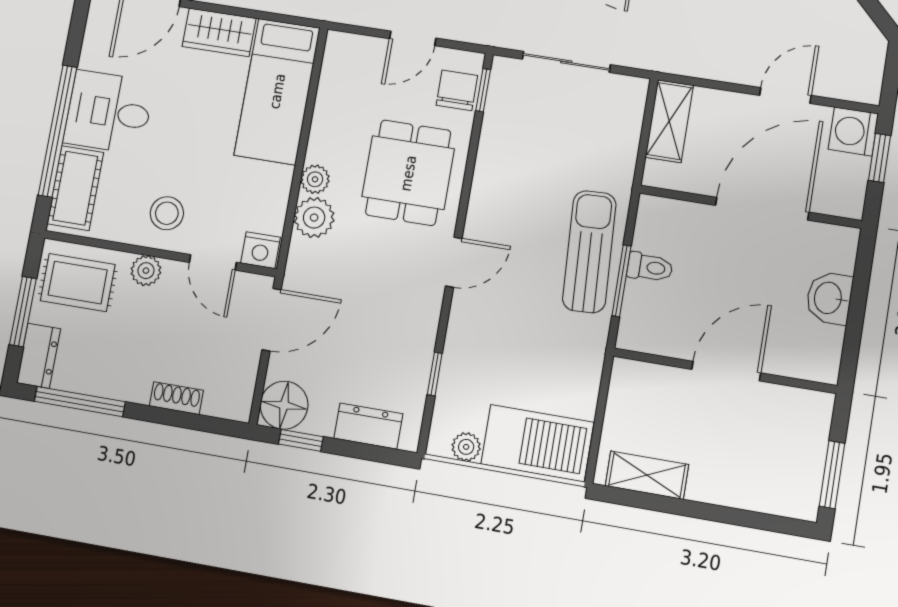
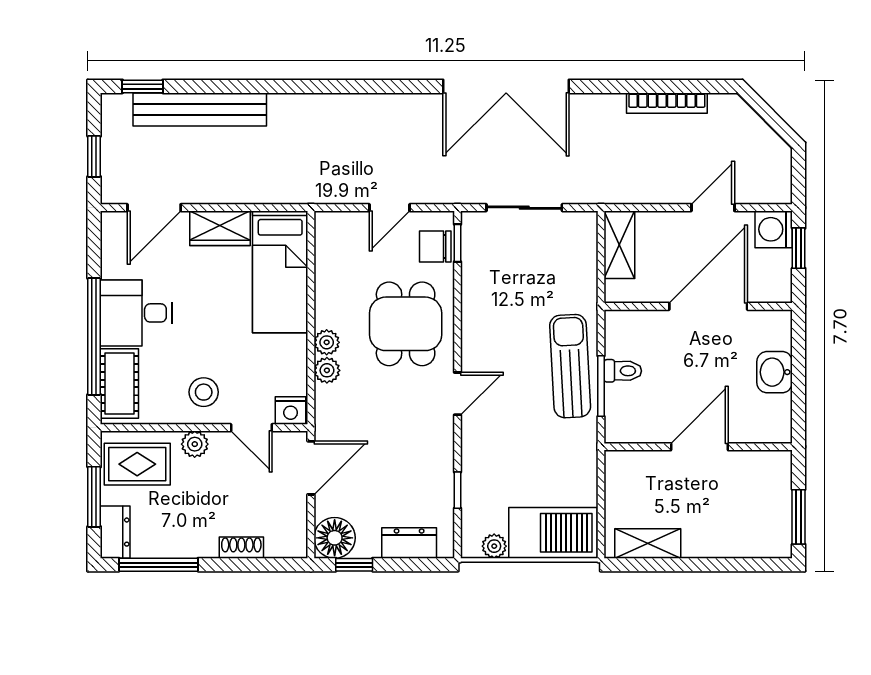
chair: (457, 90) -> (435, 247), turned -90
plant: (314, 218) -> (327, 370), width x0.73, depth x0.73

